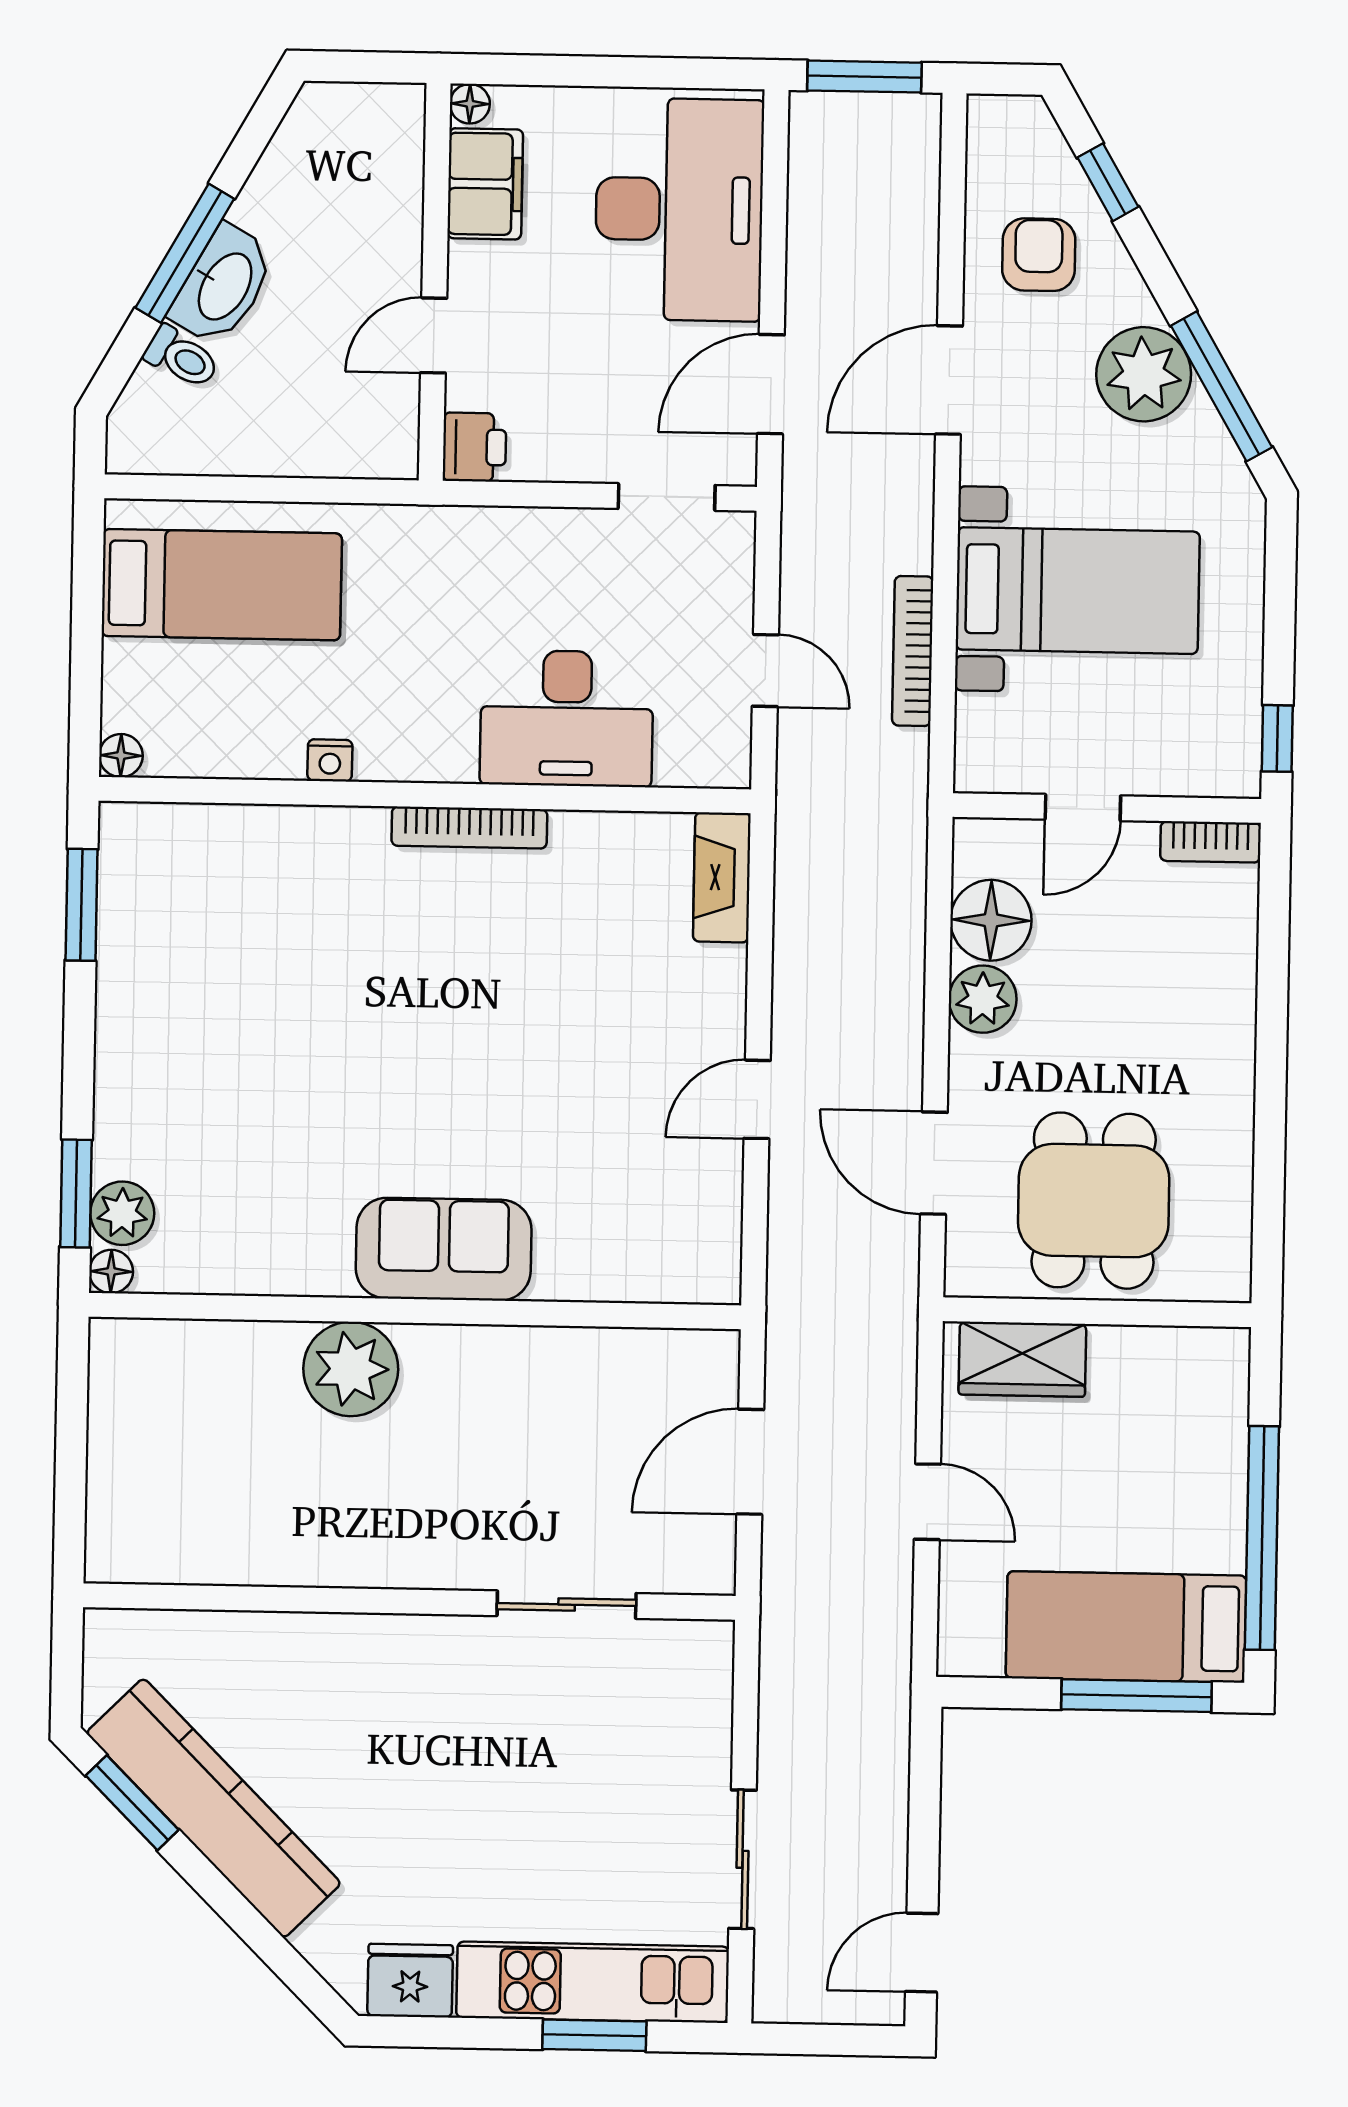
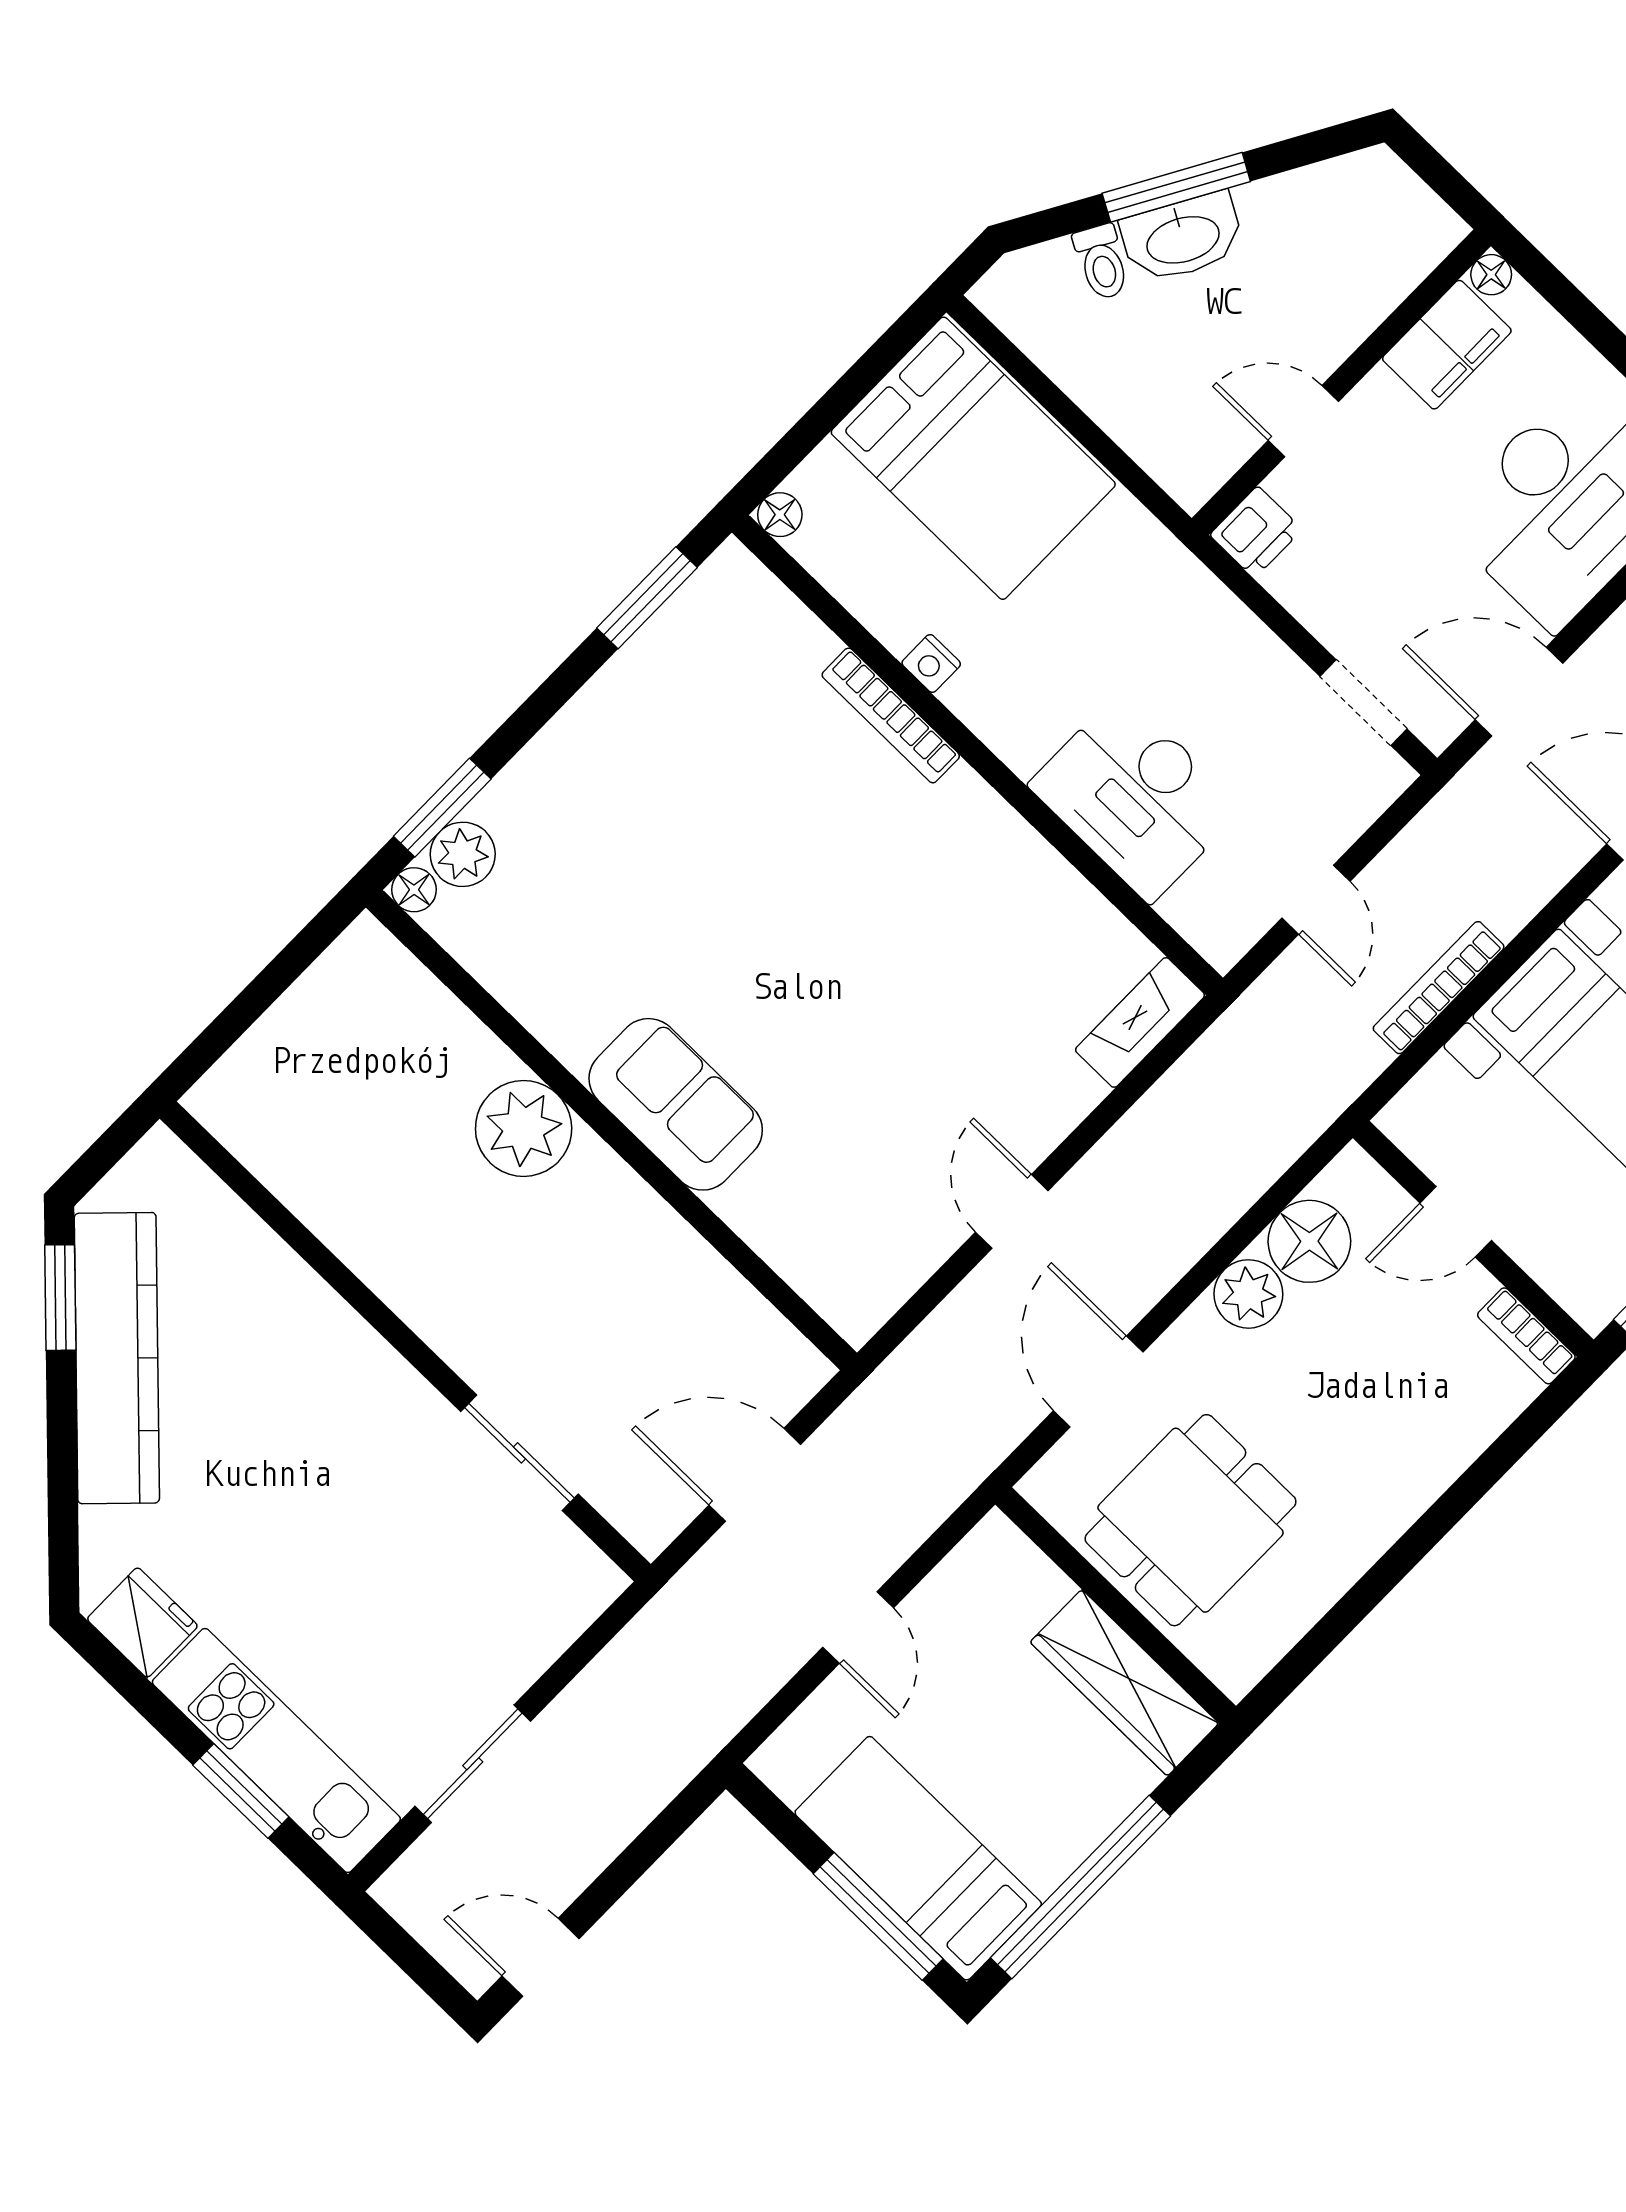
bed: (222, 585) -> (973, 458), width x1.50
bookcase: (469, 828) -> (891, 715), moved
door: (757, 1099) -> (1012, 1211), hinge flipped
wardrobe: (1022, 1359) -> (1124, 1683), moved, width x1.50

